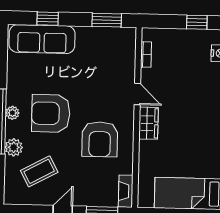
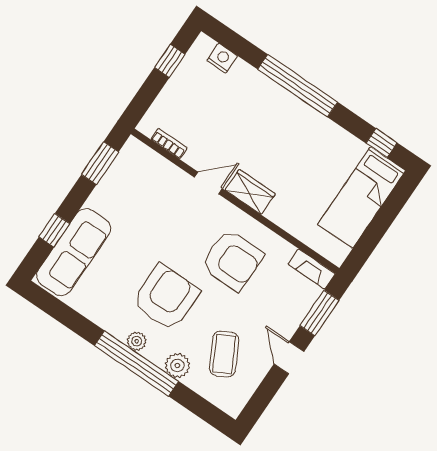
armchair: (51, 113) -> (166, 297), turned 180

